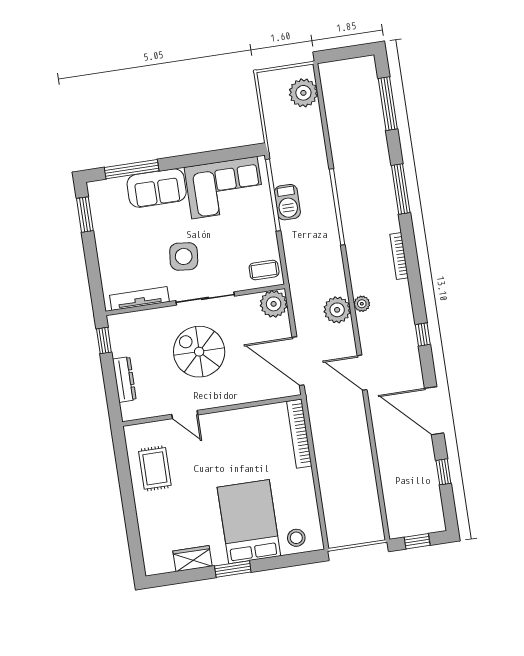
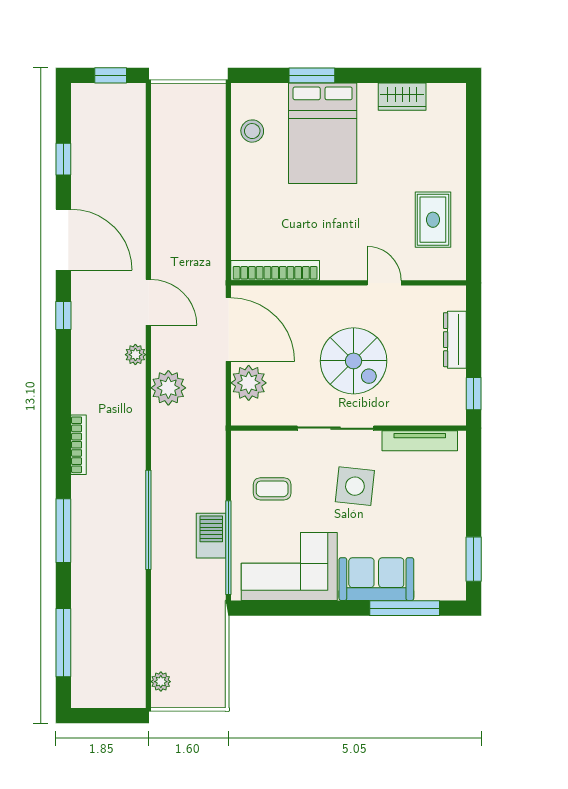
plant: (303, 93) -> (161, 682), width x0.53, depth x0.53
coffee table: (264, 270) -> (272, 489), moved
plant: (274, 304) -> (249, 383), moved
plant: (362, 304) -> (135, 355), moved
window: (423, 334) -> (63, 315), moved
bookcase: (299, 434) -> (275, 270), moved, turned -90
stool: (296, 538) -> (252, 131), moved
window: (233, 569) -> (312, 75), moved

